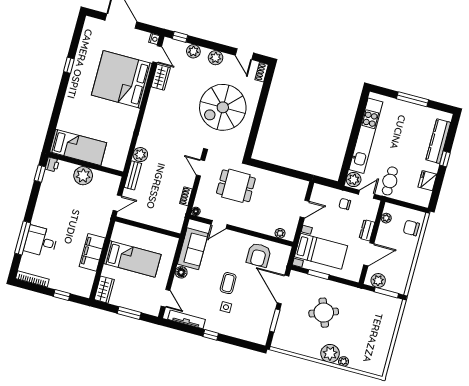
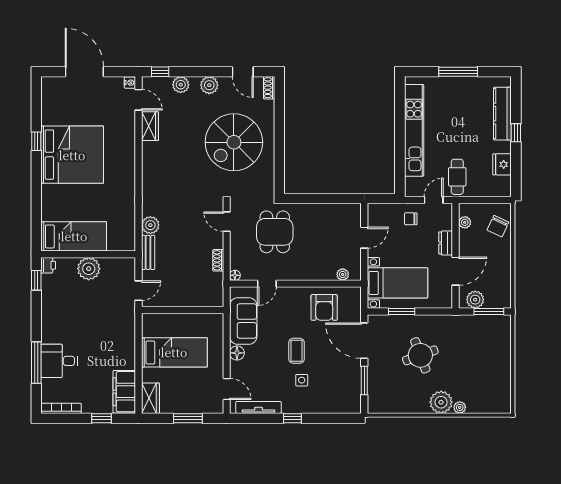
bed: (122, 79) -> (72, 155), moved, turned 180
plant: (354, 180) -> (413, 187), removed
dining table: (236, 186) -> (275, 232), turned 90
chair: (411, 228) -> (498, 226), turned -65
filing cabinet: (92, 252) -> (124, 392), moved

